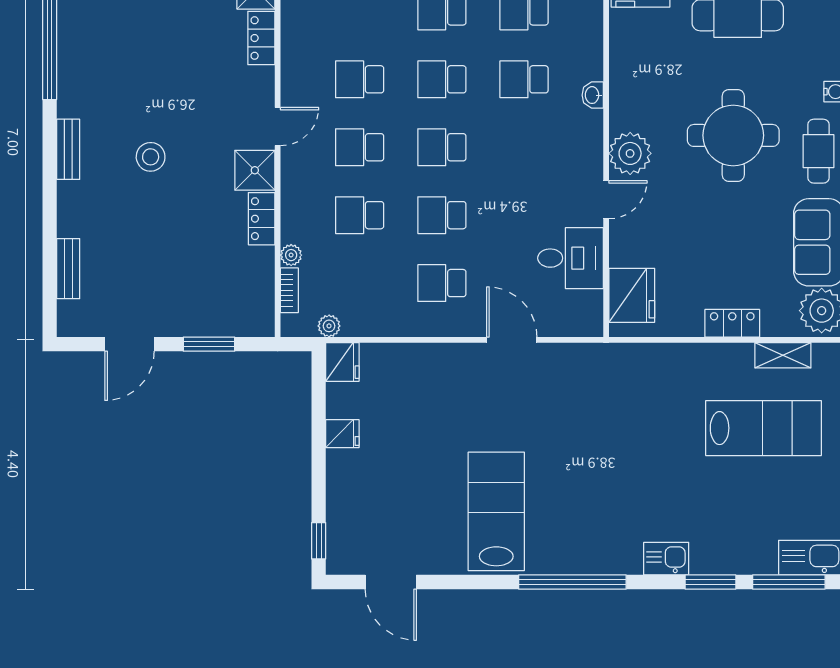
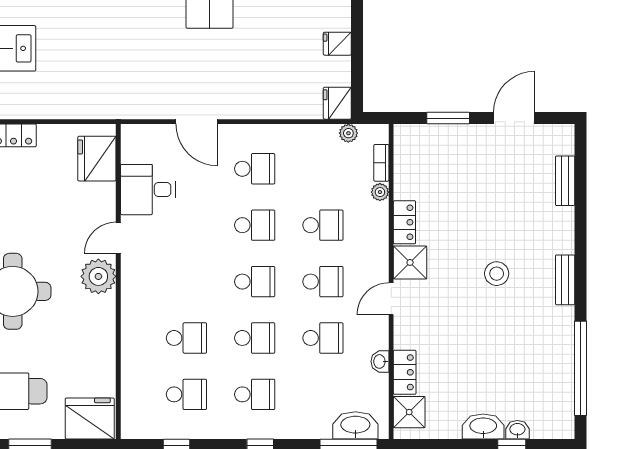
washbasin: (593, 95) -> (380, 361), moved, turned 180

